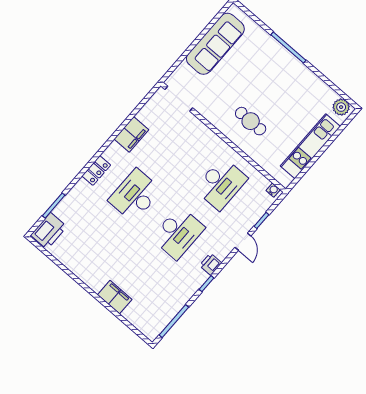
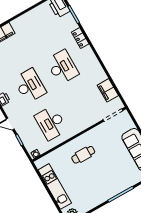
filing cabinet: (131, 134) -> (108, 90), moved
locker: (96, 171) -> (80, 38), moved
desk: (178, 233) -> (30, 86), turned 180

